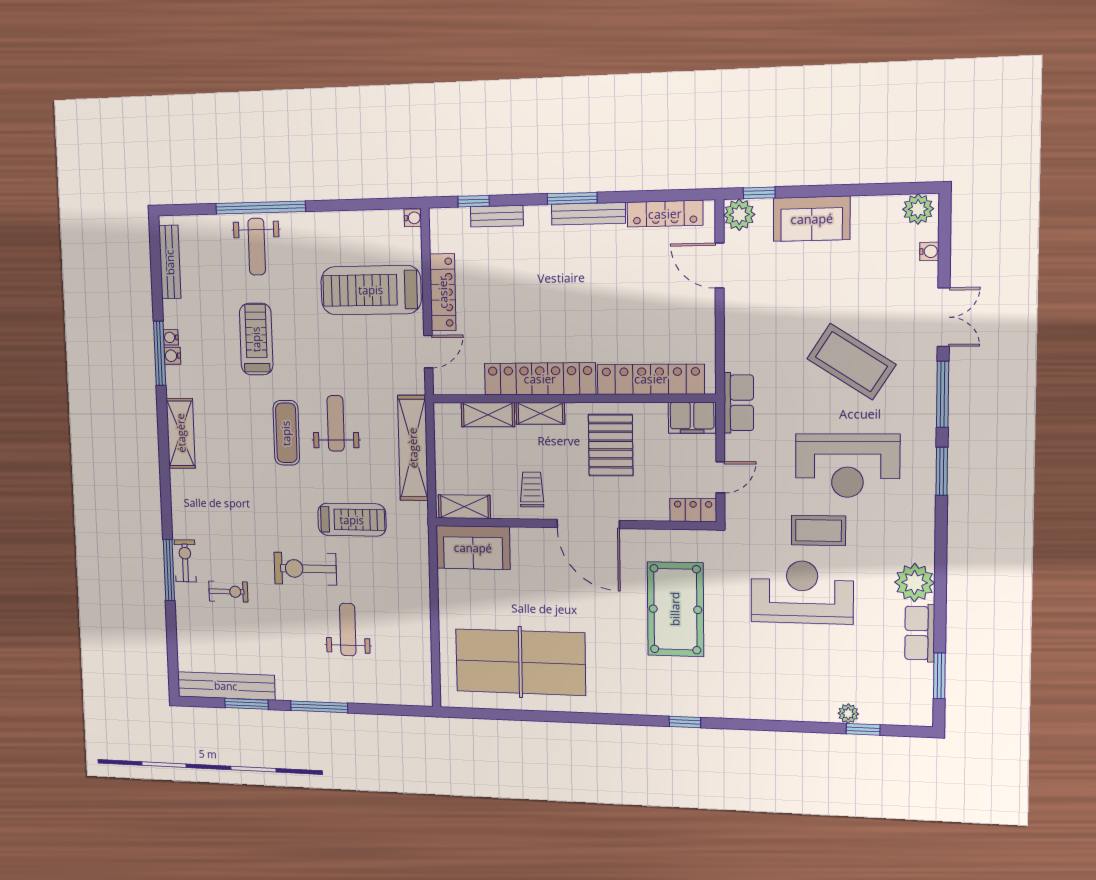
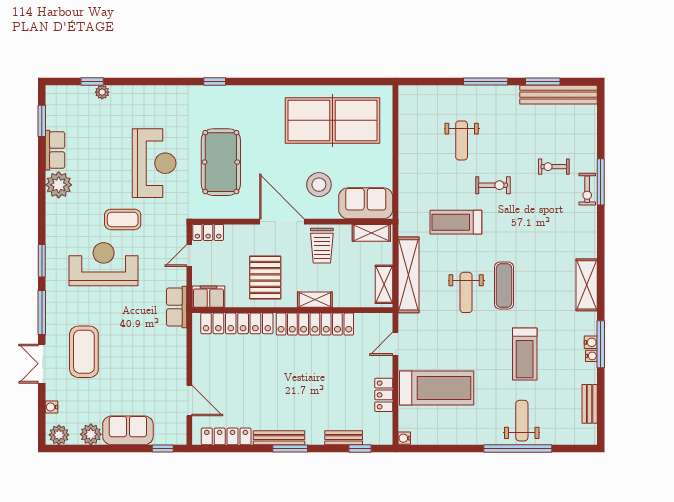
plant: (739, 215) -> (91, 434), moved
bench: (170, 262) -> (590, 404), width x0.73
locker: (443, 292) -> (384, 395), width x0.66
coffee table: (851, 362) -> (84, 352), moved, turned 57
shelving: (488, 415) -> (384, 284), moved, turned 90
trolley: (532, 490) -> (322, 246), width x1.36, depth x1.39
exercise bike: (305, 569) -> (493, 185), width x0.73, depth x0.72
stool: (537, 574) -> (319, 185), added
reception desk: (802, 592) -> (154, 163), moved, turned -90

